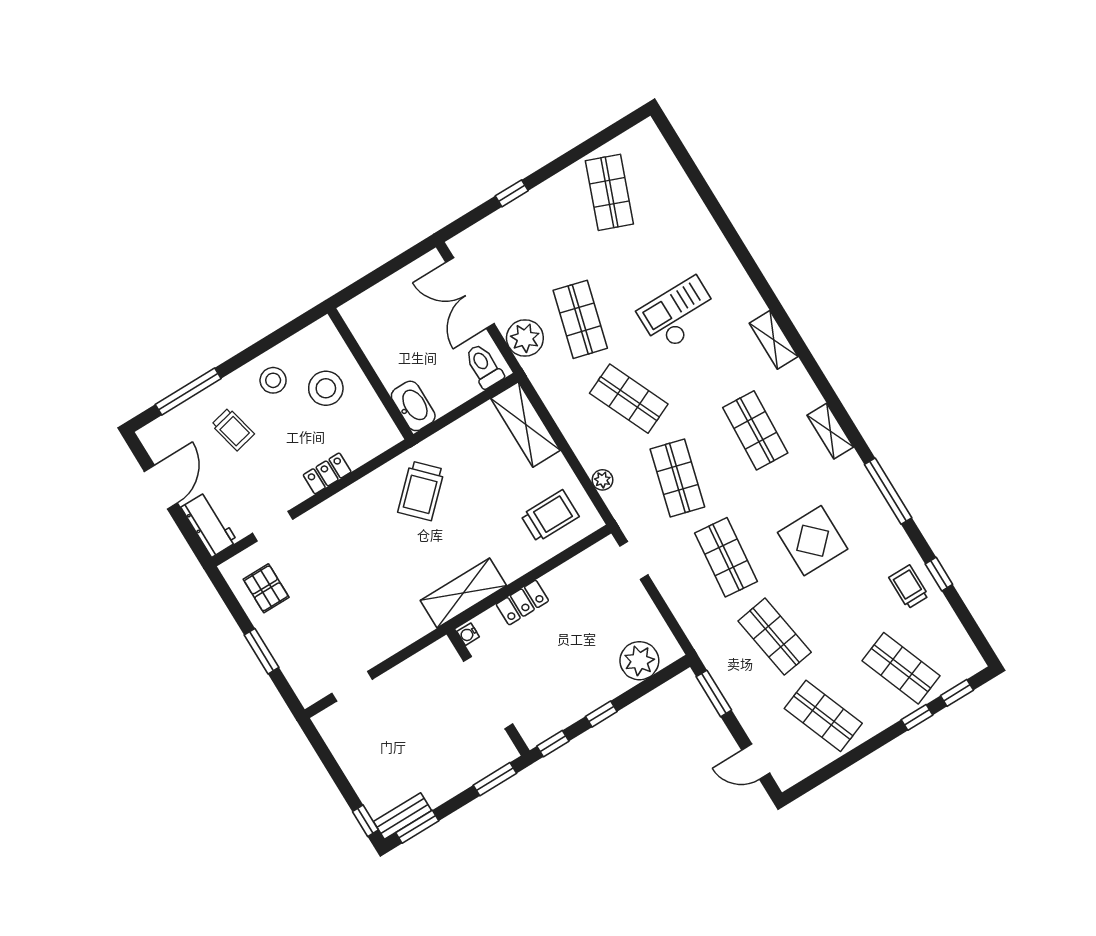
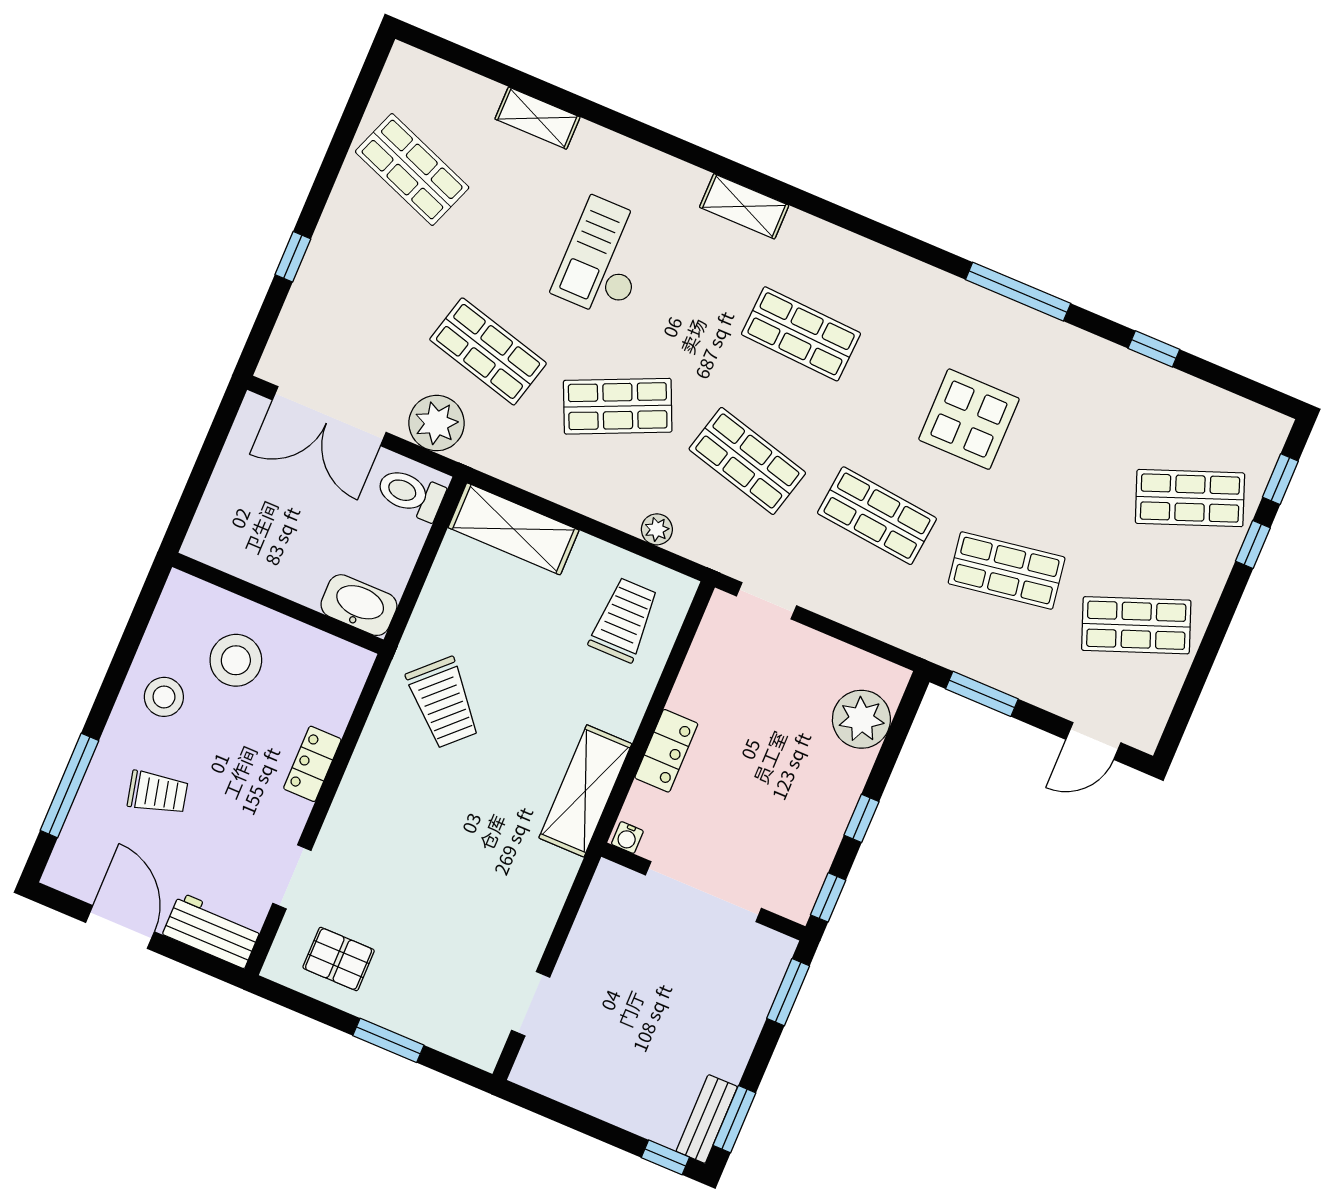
shelving: (830, 431) -> (537, 118), moved
trolley: (909, 587) -> (1128, 391), removed

